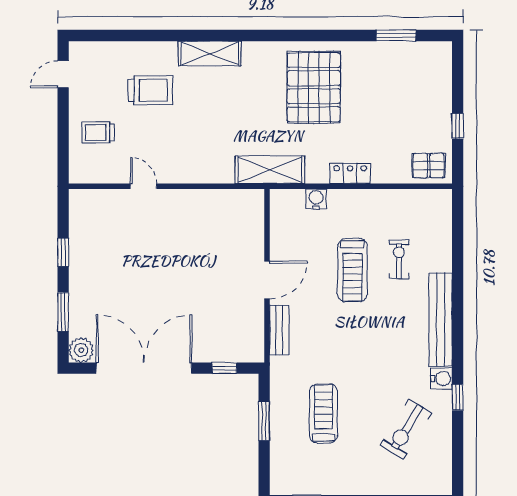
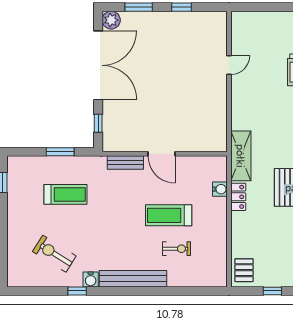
trolley: (98, 132) -> (268, 32), removed
locker: (350, 173) -> (238, 197), moved

